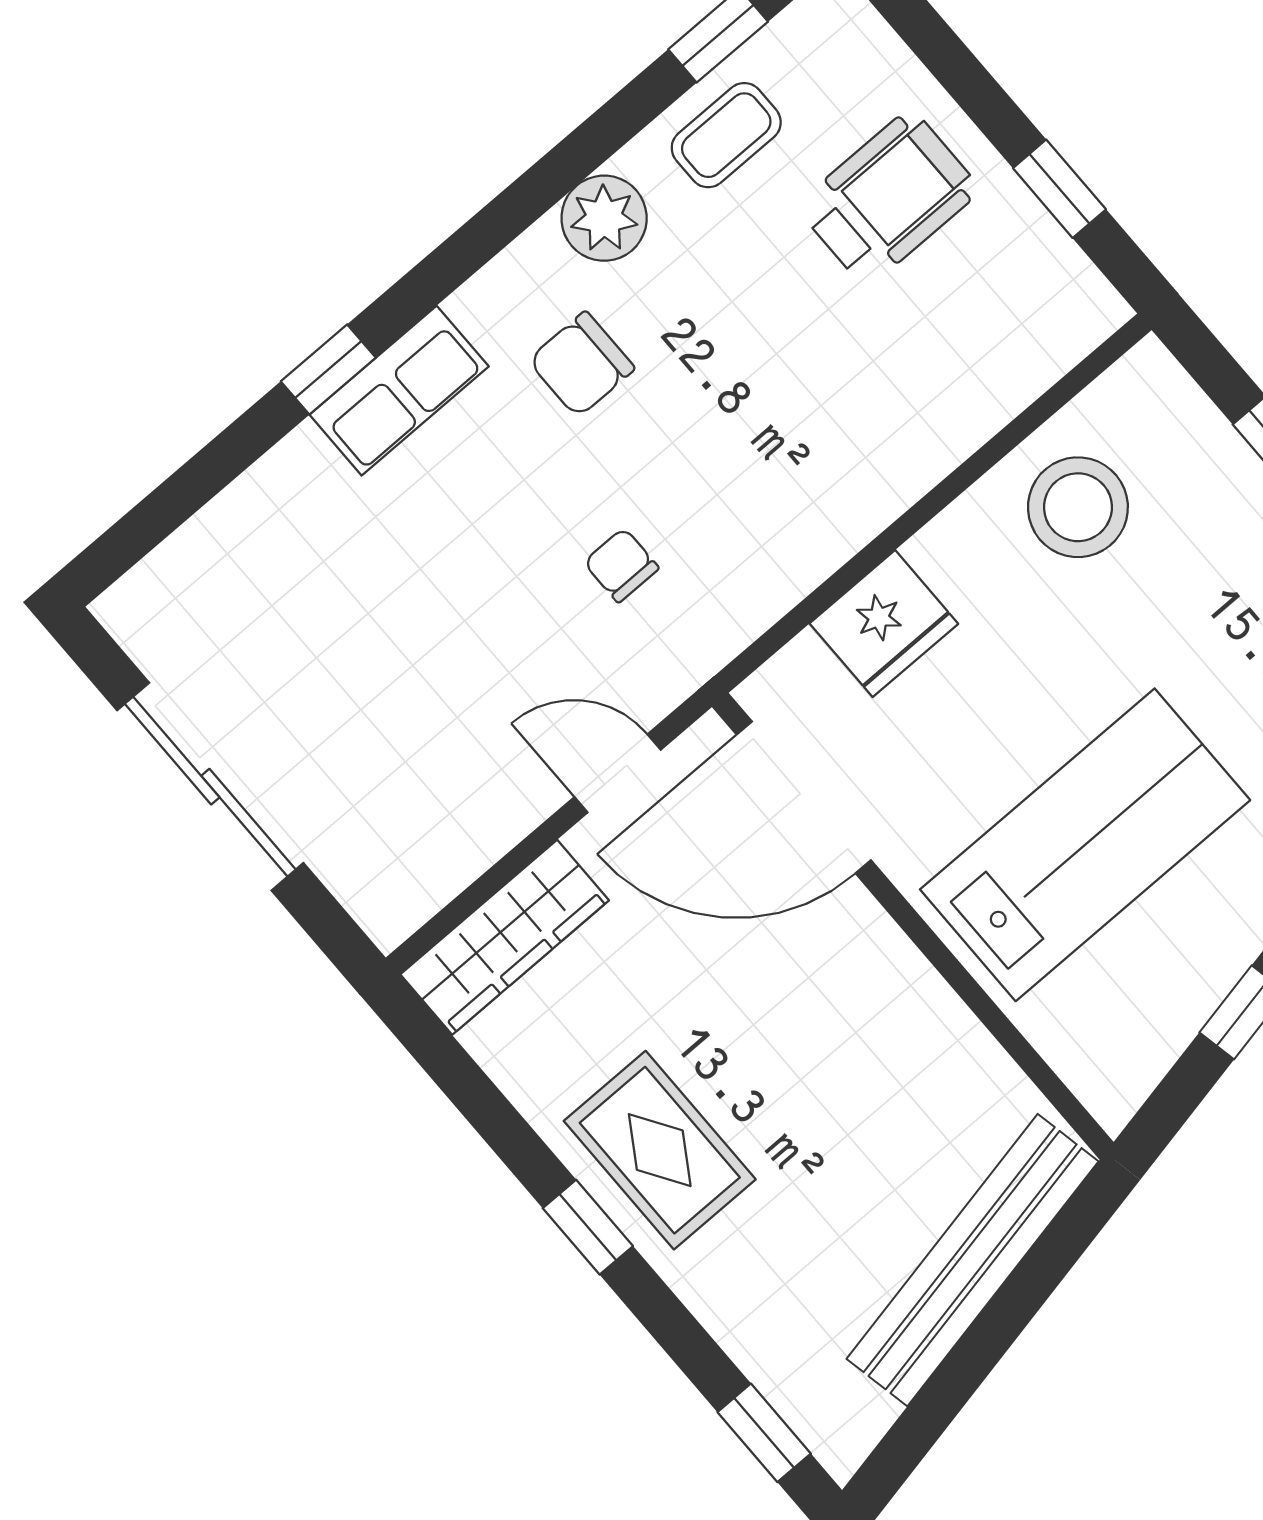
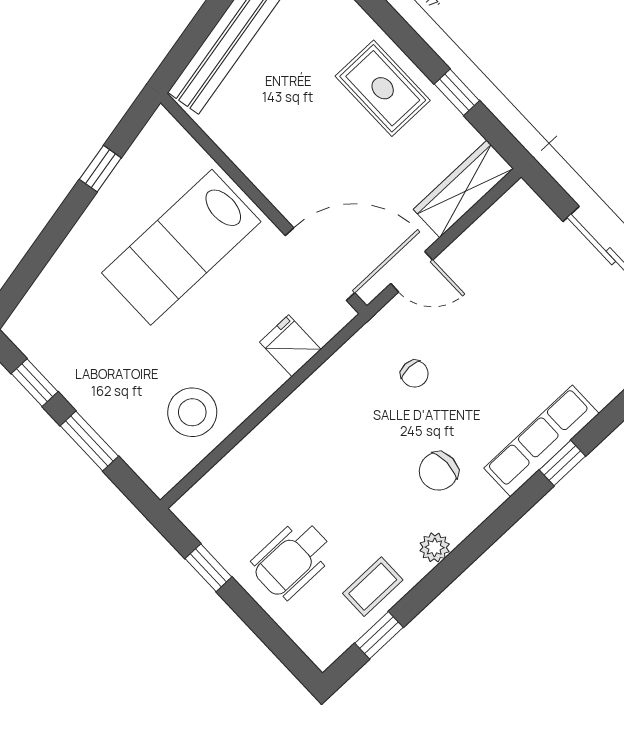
plant: (604, 218) -> (435, 547), width x0.73, depth x0.73
chair: (581, 364) -> (438, 471), turned 180
row of seats: (399, 391) -> (541, 441), width x1.48
fridge: (884, 624) -> (290, 346), width x0.72
window: (588, 1227) -> (457, 92), moved

